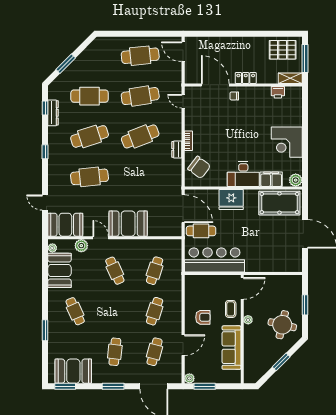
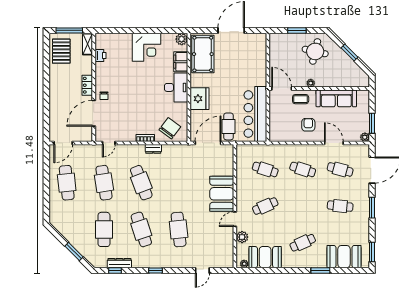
booth: (65, 225) -> (223, 252), removed
booth: (73, 371) -> (344, 257), moved, turned 90

